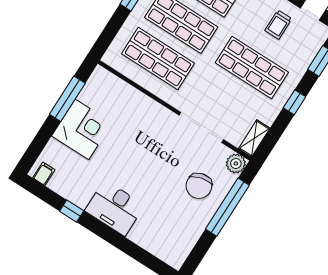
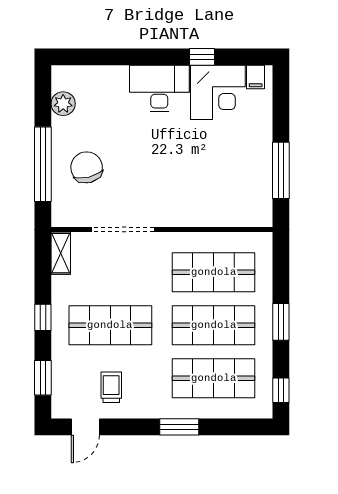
corner desk: (82, 129) -> (218, 92), moved, turned -90
plant: (236, 163) -> (63, 104), moved

